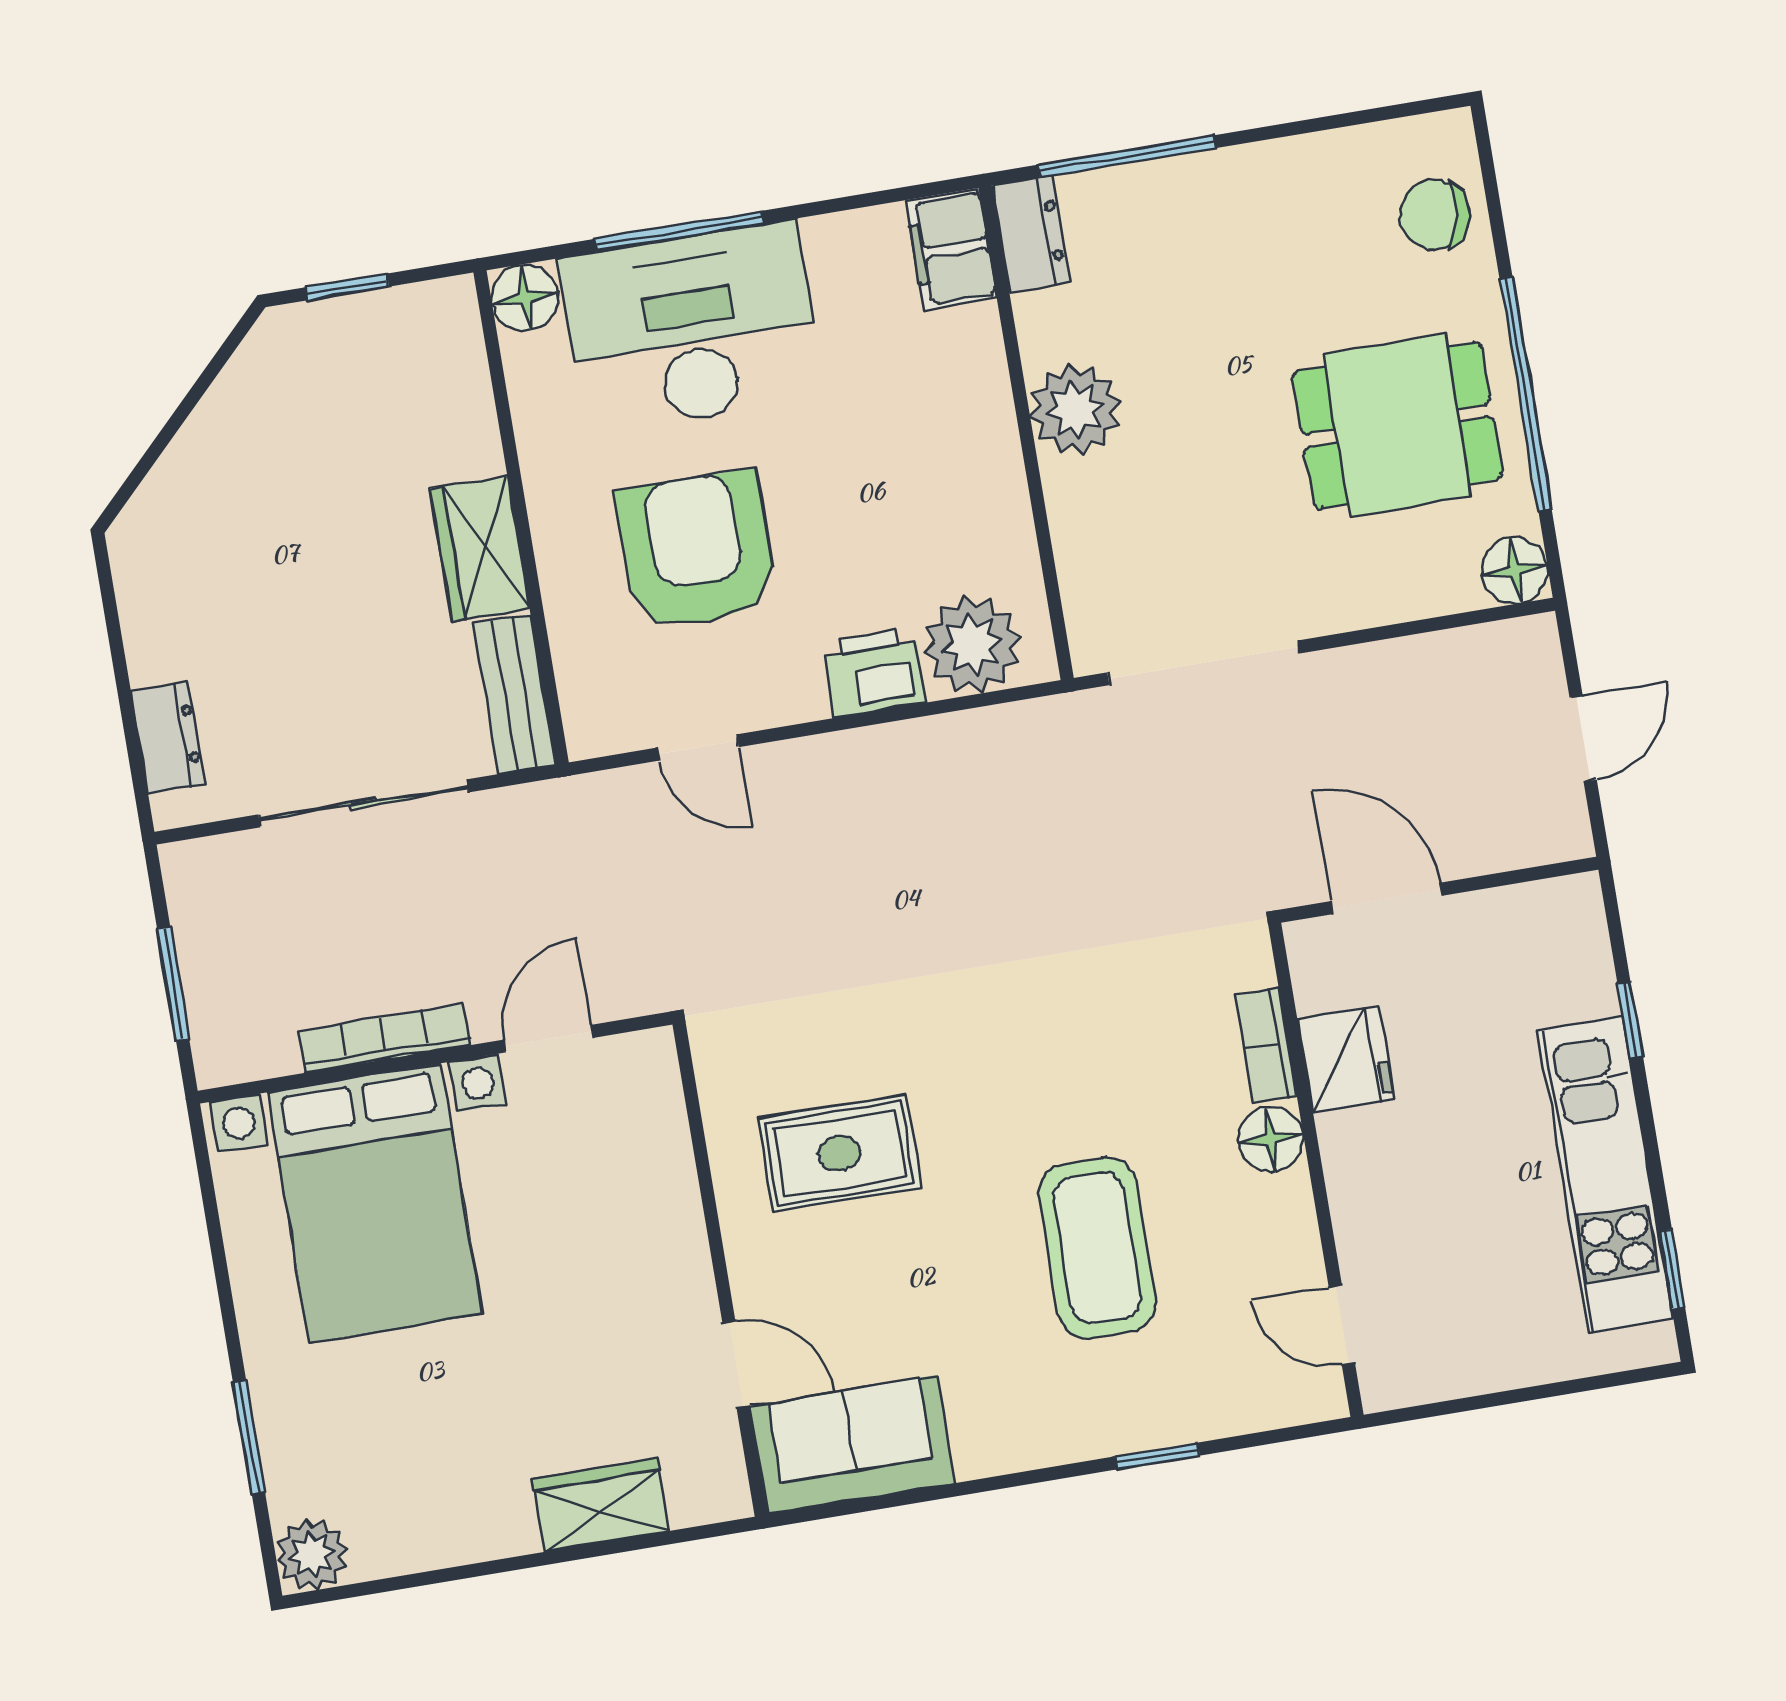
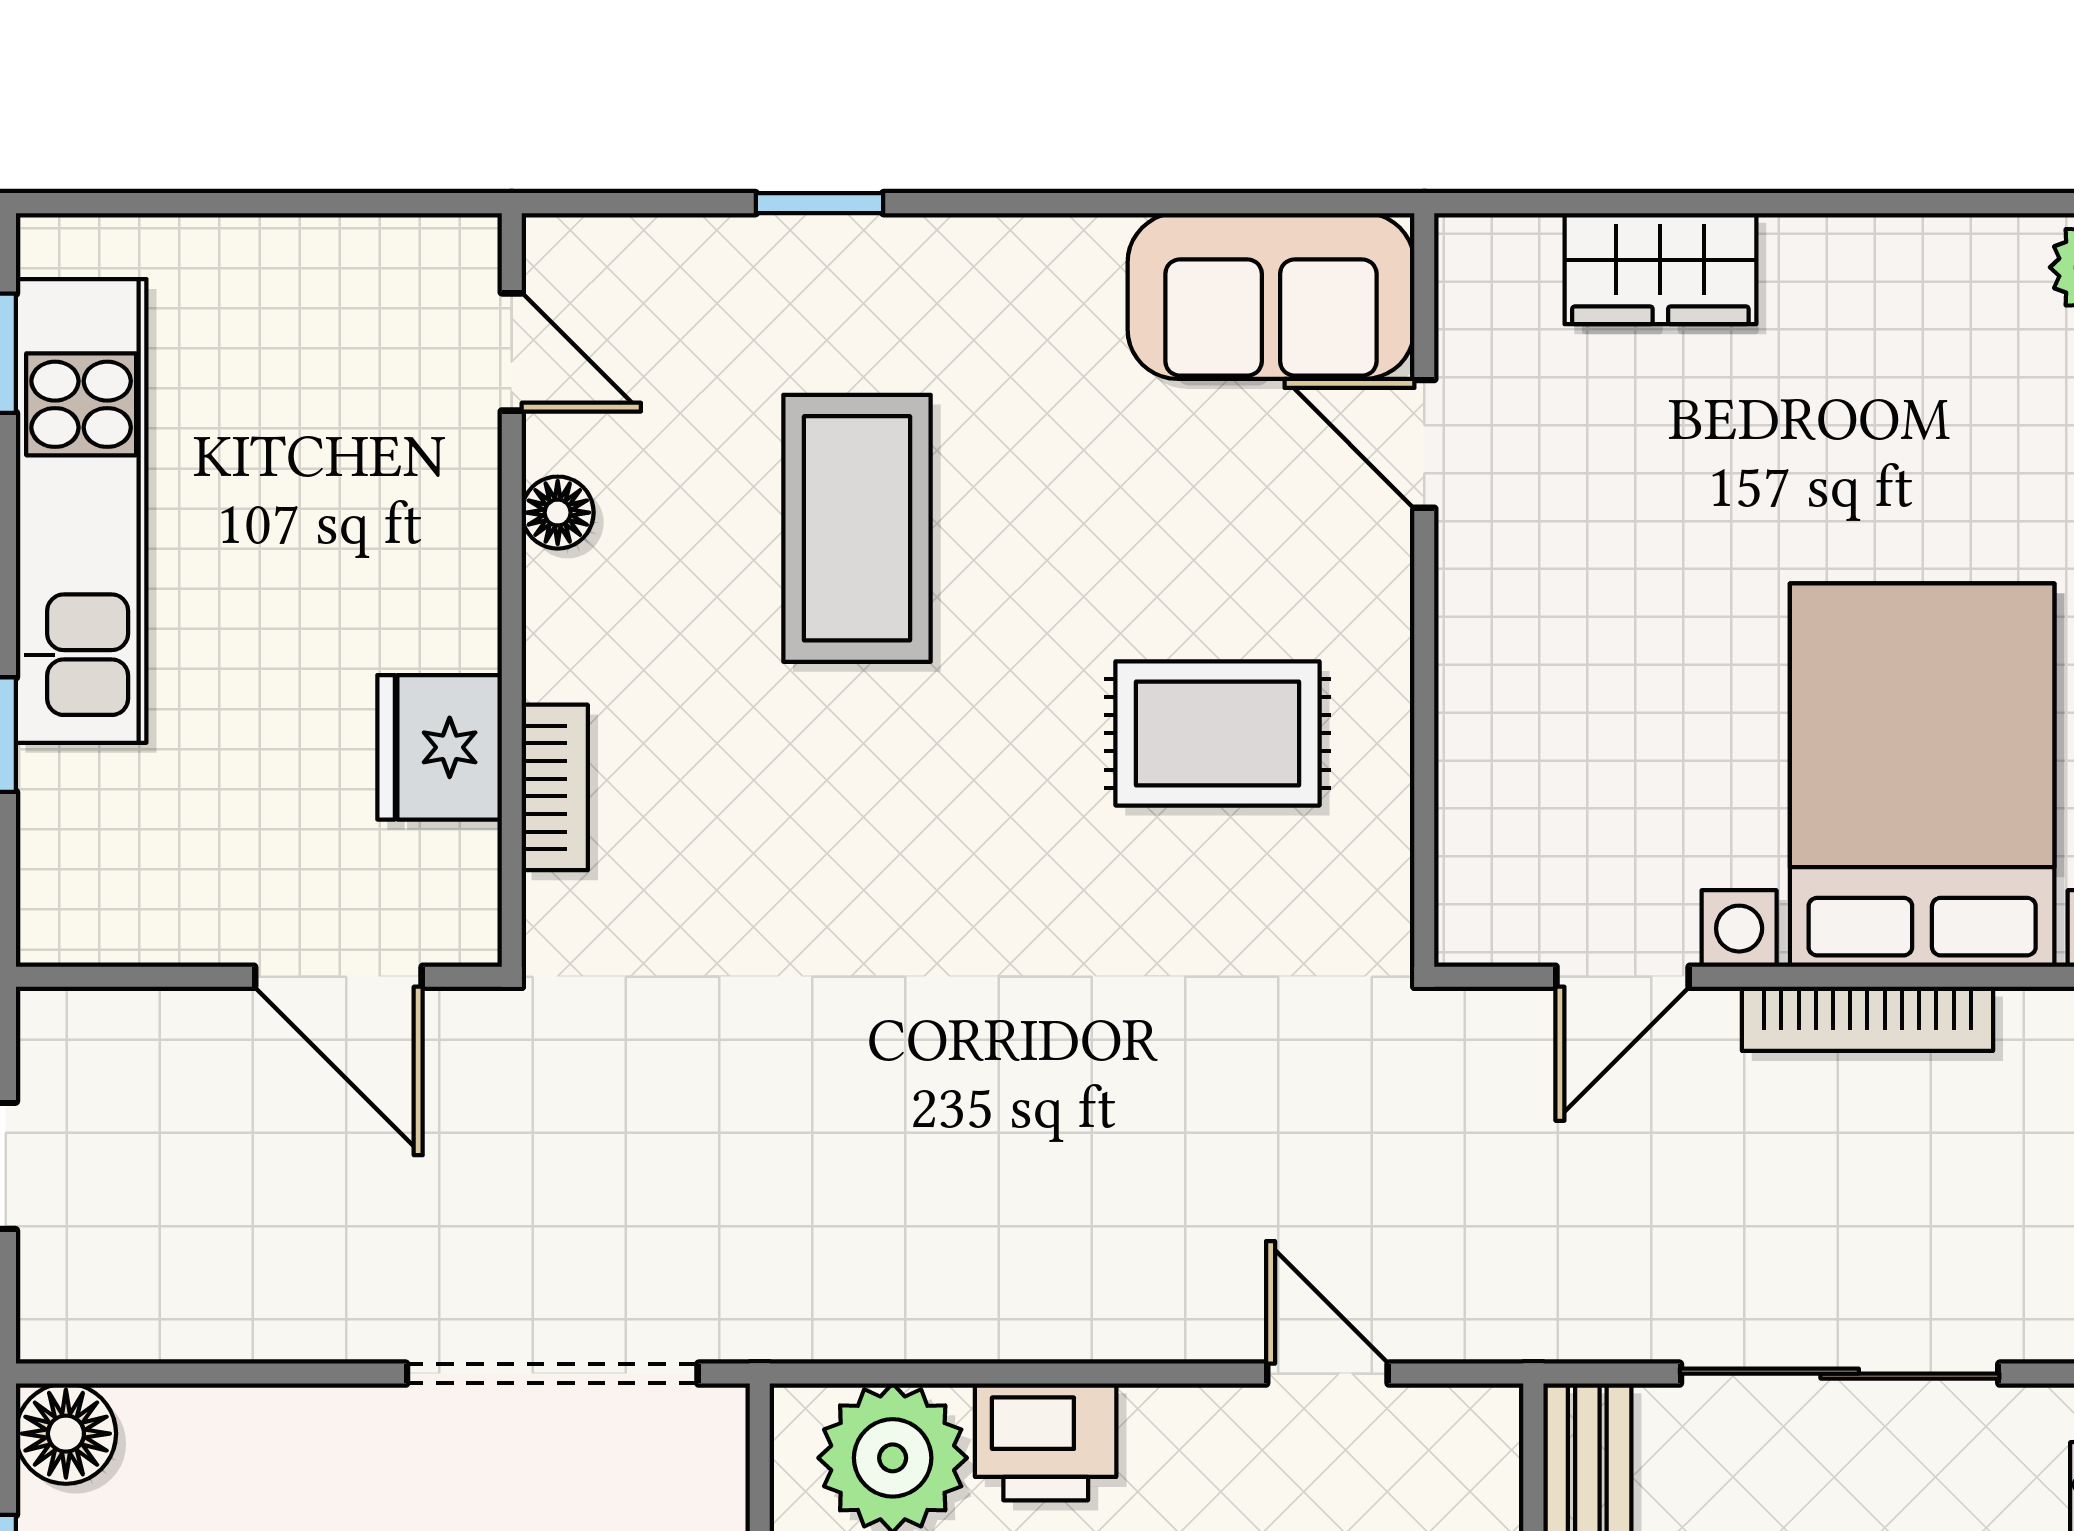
floor lamp: (1271, 1139) -> (558, 513), moved, width x0.73, depth x0.73

